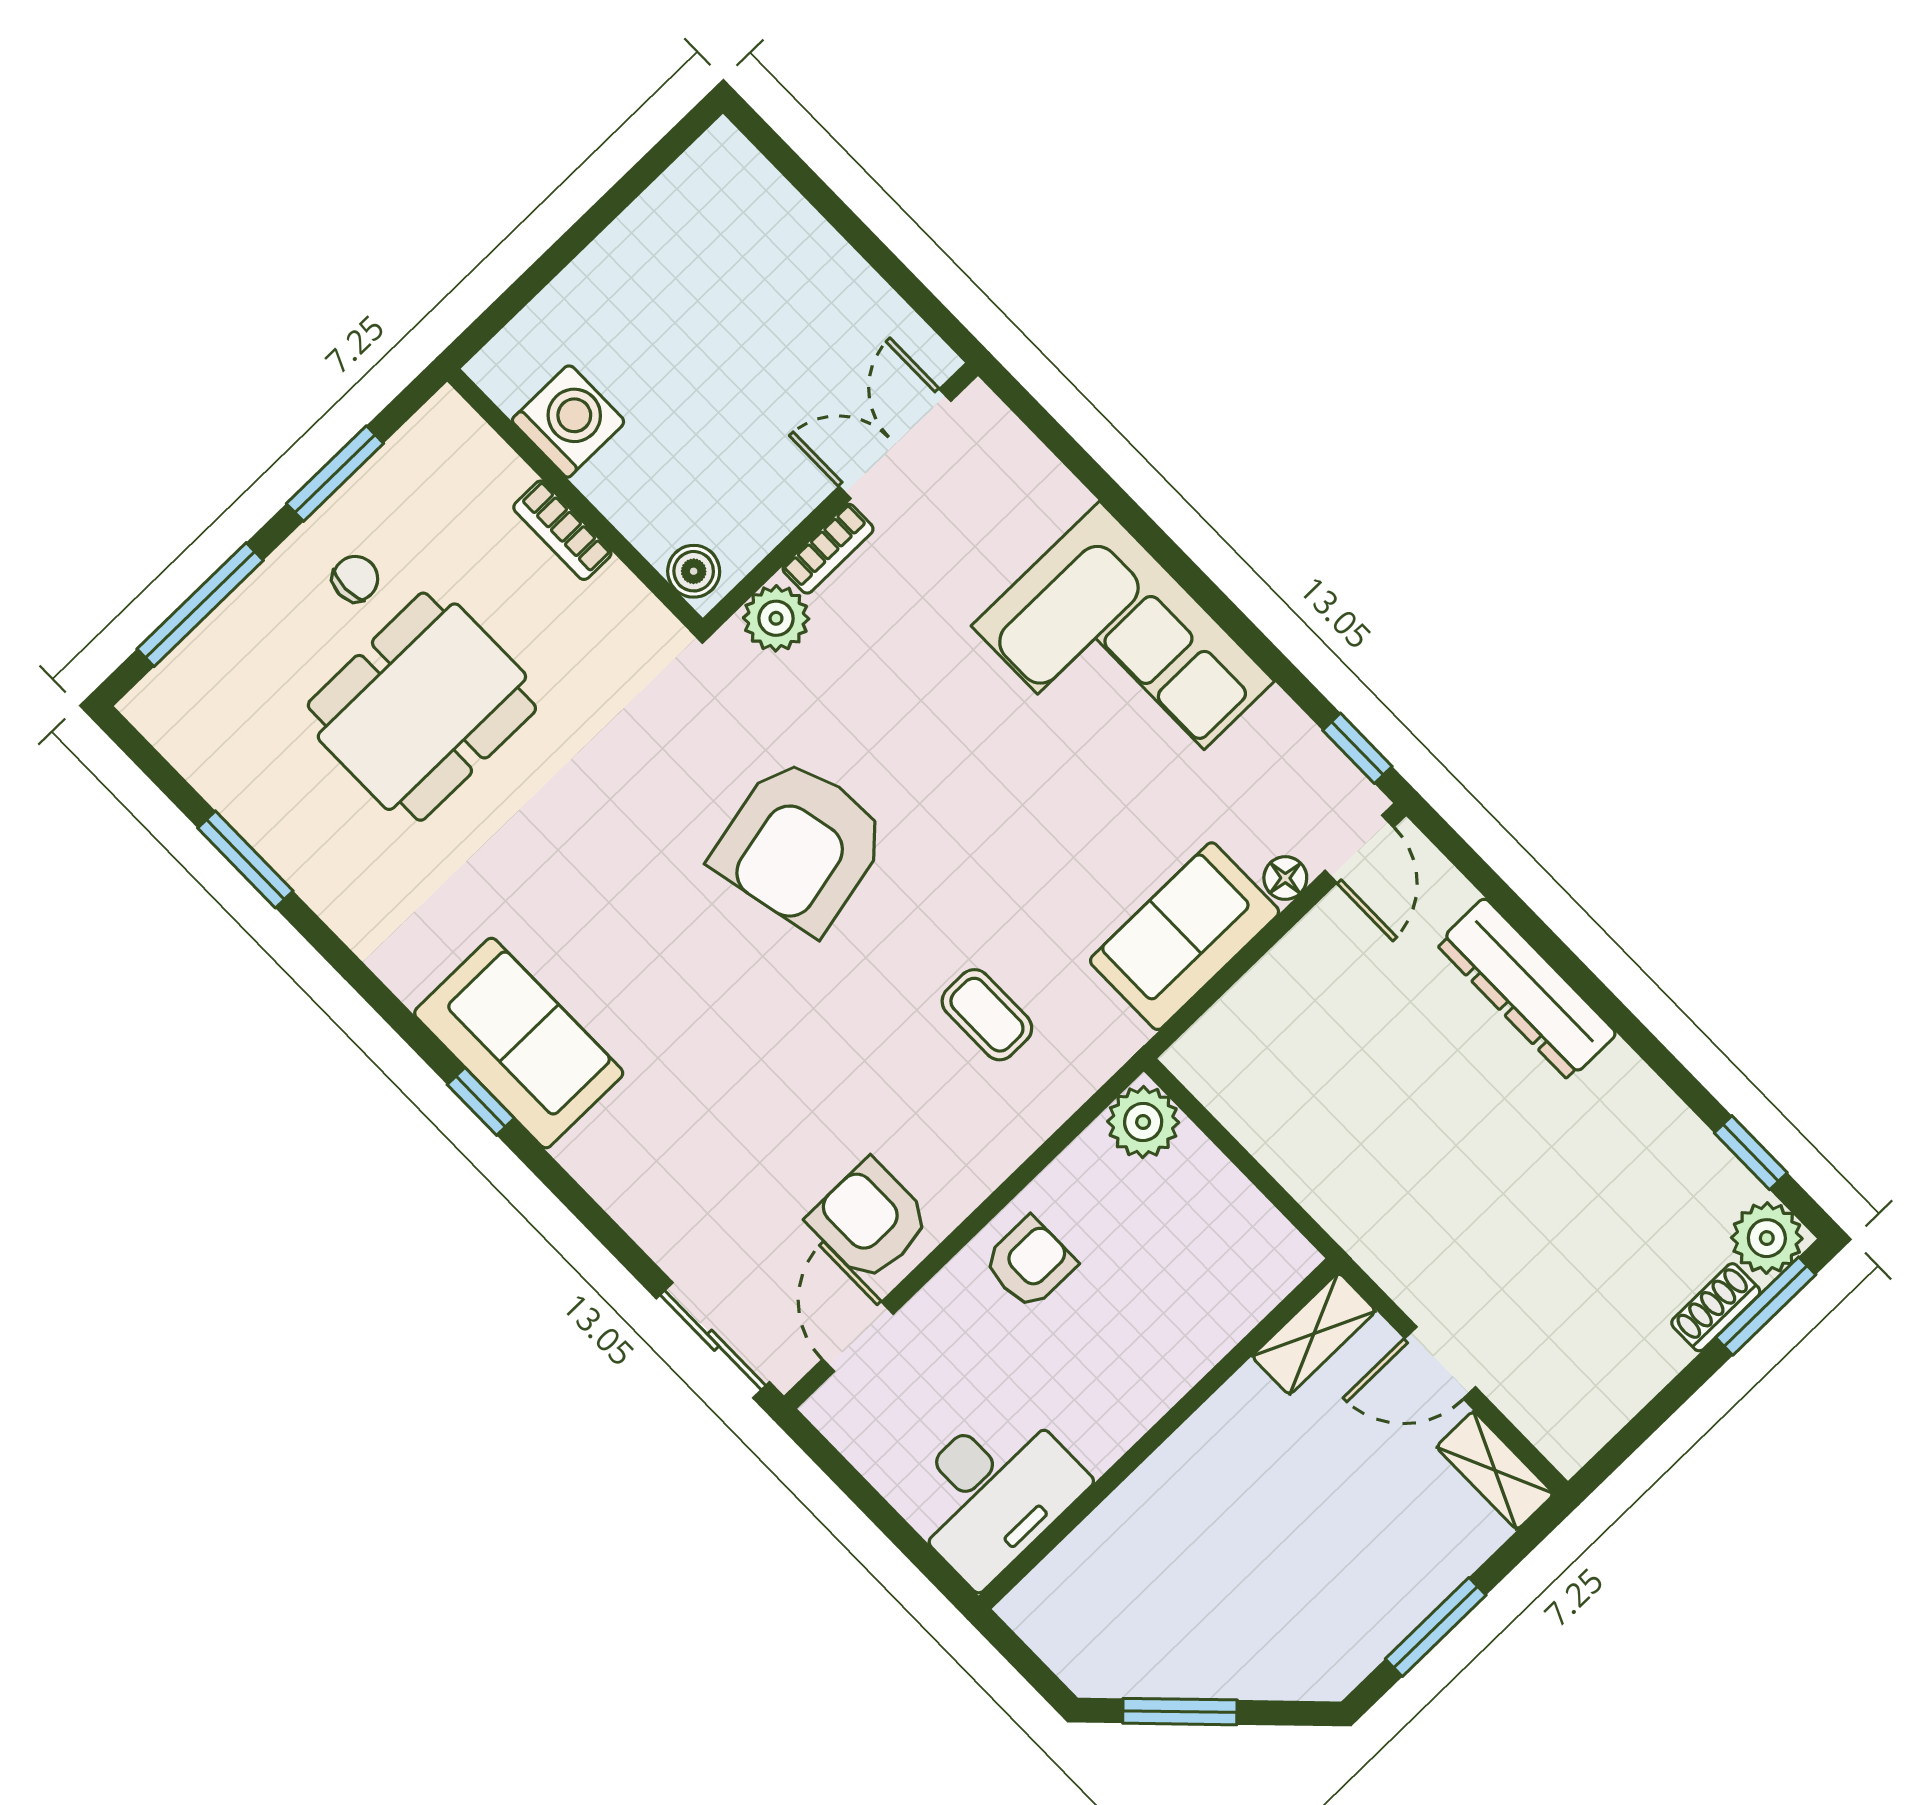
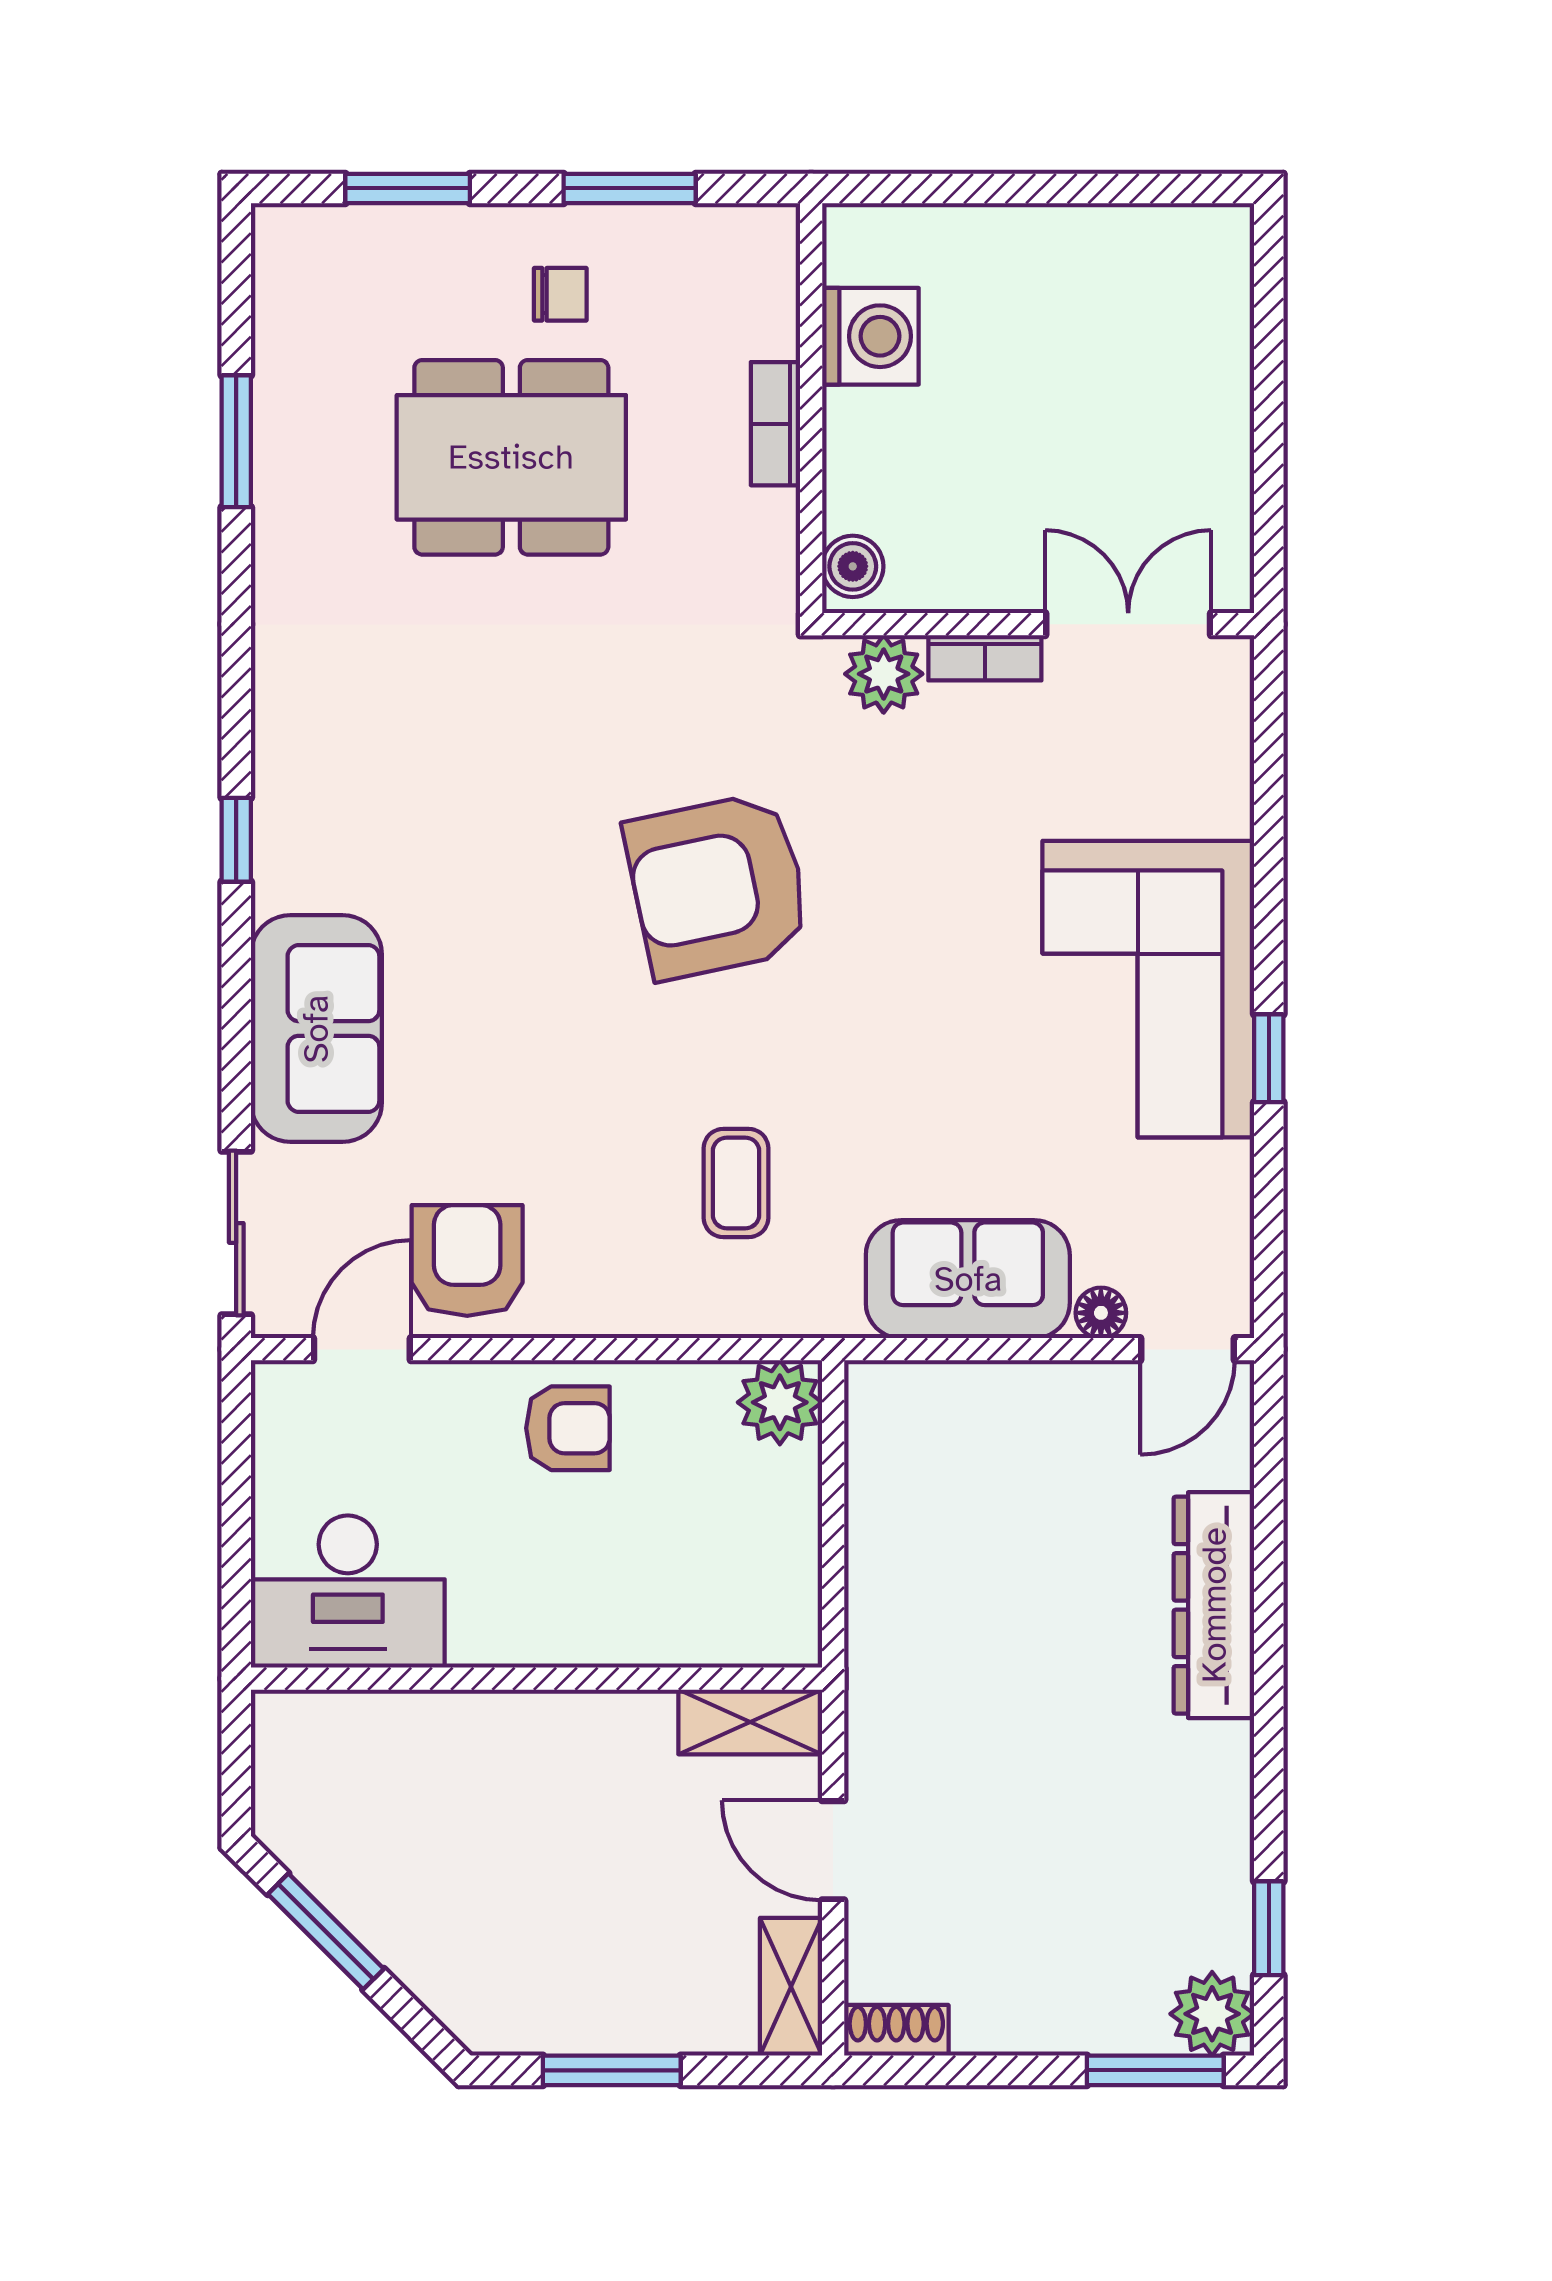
window: (200, 605) -> (408, 188), width x0.69
window: (1357, 748) -> (1269, 1058), moved
sofa: (519, 1043) -> (316, 1029), moved
shoe rack: (1716, 1307) -> (896, 2030), moved

